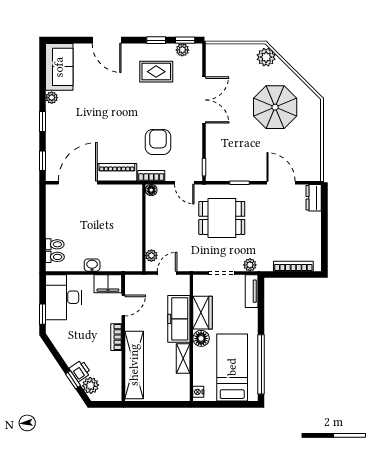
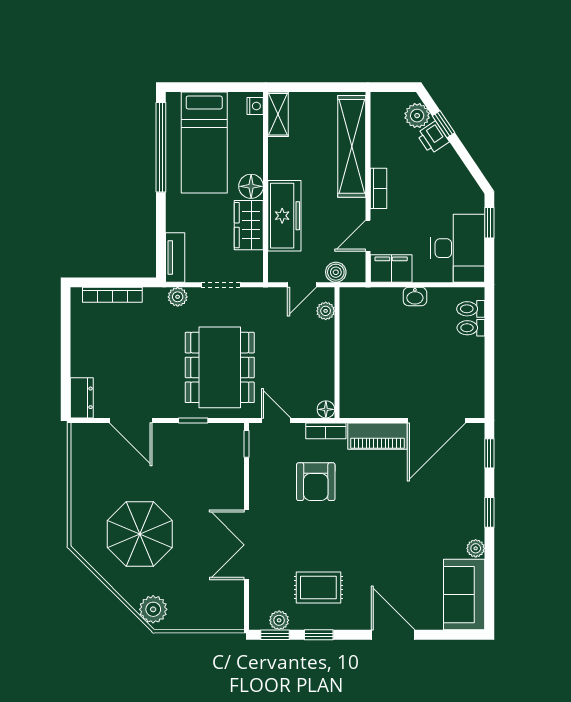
dining table: (222, 218) -> (220, 367), width x1.37
boiler: (145, 281) -> (336, 272), added
shelving: (183, 359) -> (278, 114), moved

